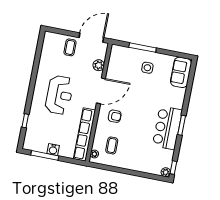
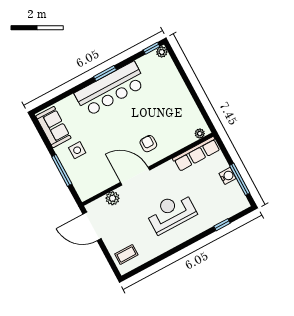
coffee table: (70, 47) -> (126, 254), moved
sofa: (181, 72) -> (53, 127), moved, turned -90
bar counter: (167, 128) -> (110, 89), width x1.36
row of seats: (85, 134) -> (196, 154), width x0.73
coffee table: (112, 145) -> (178, 124), removed

